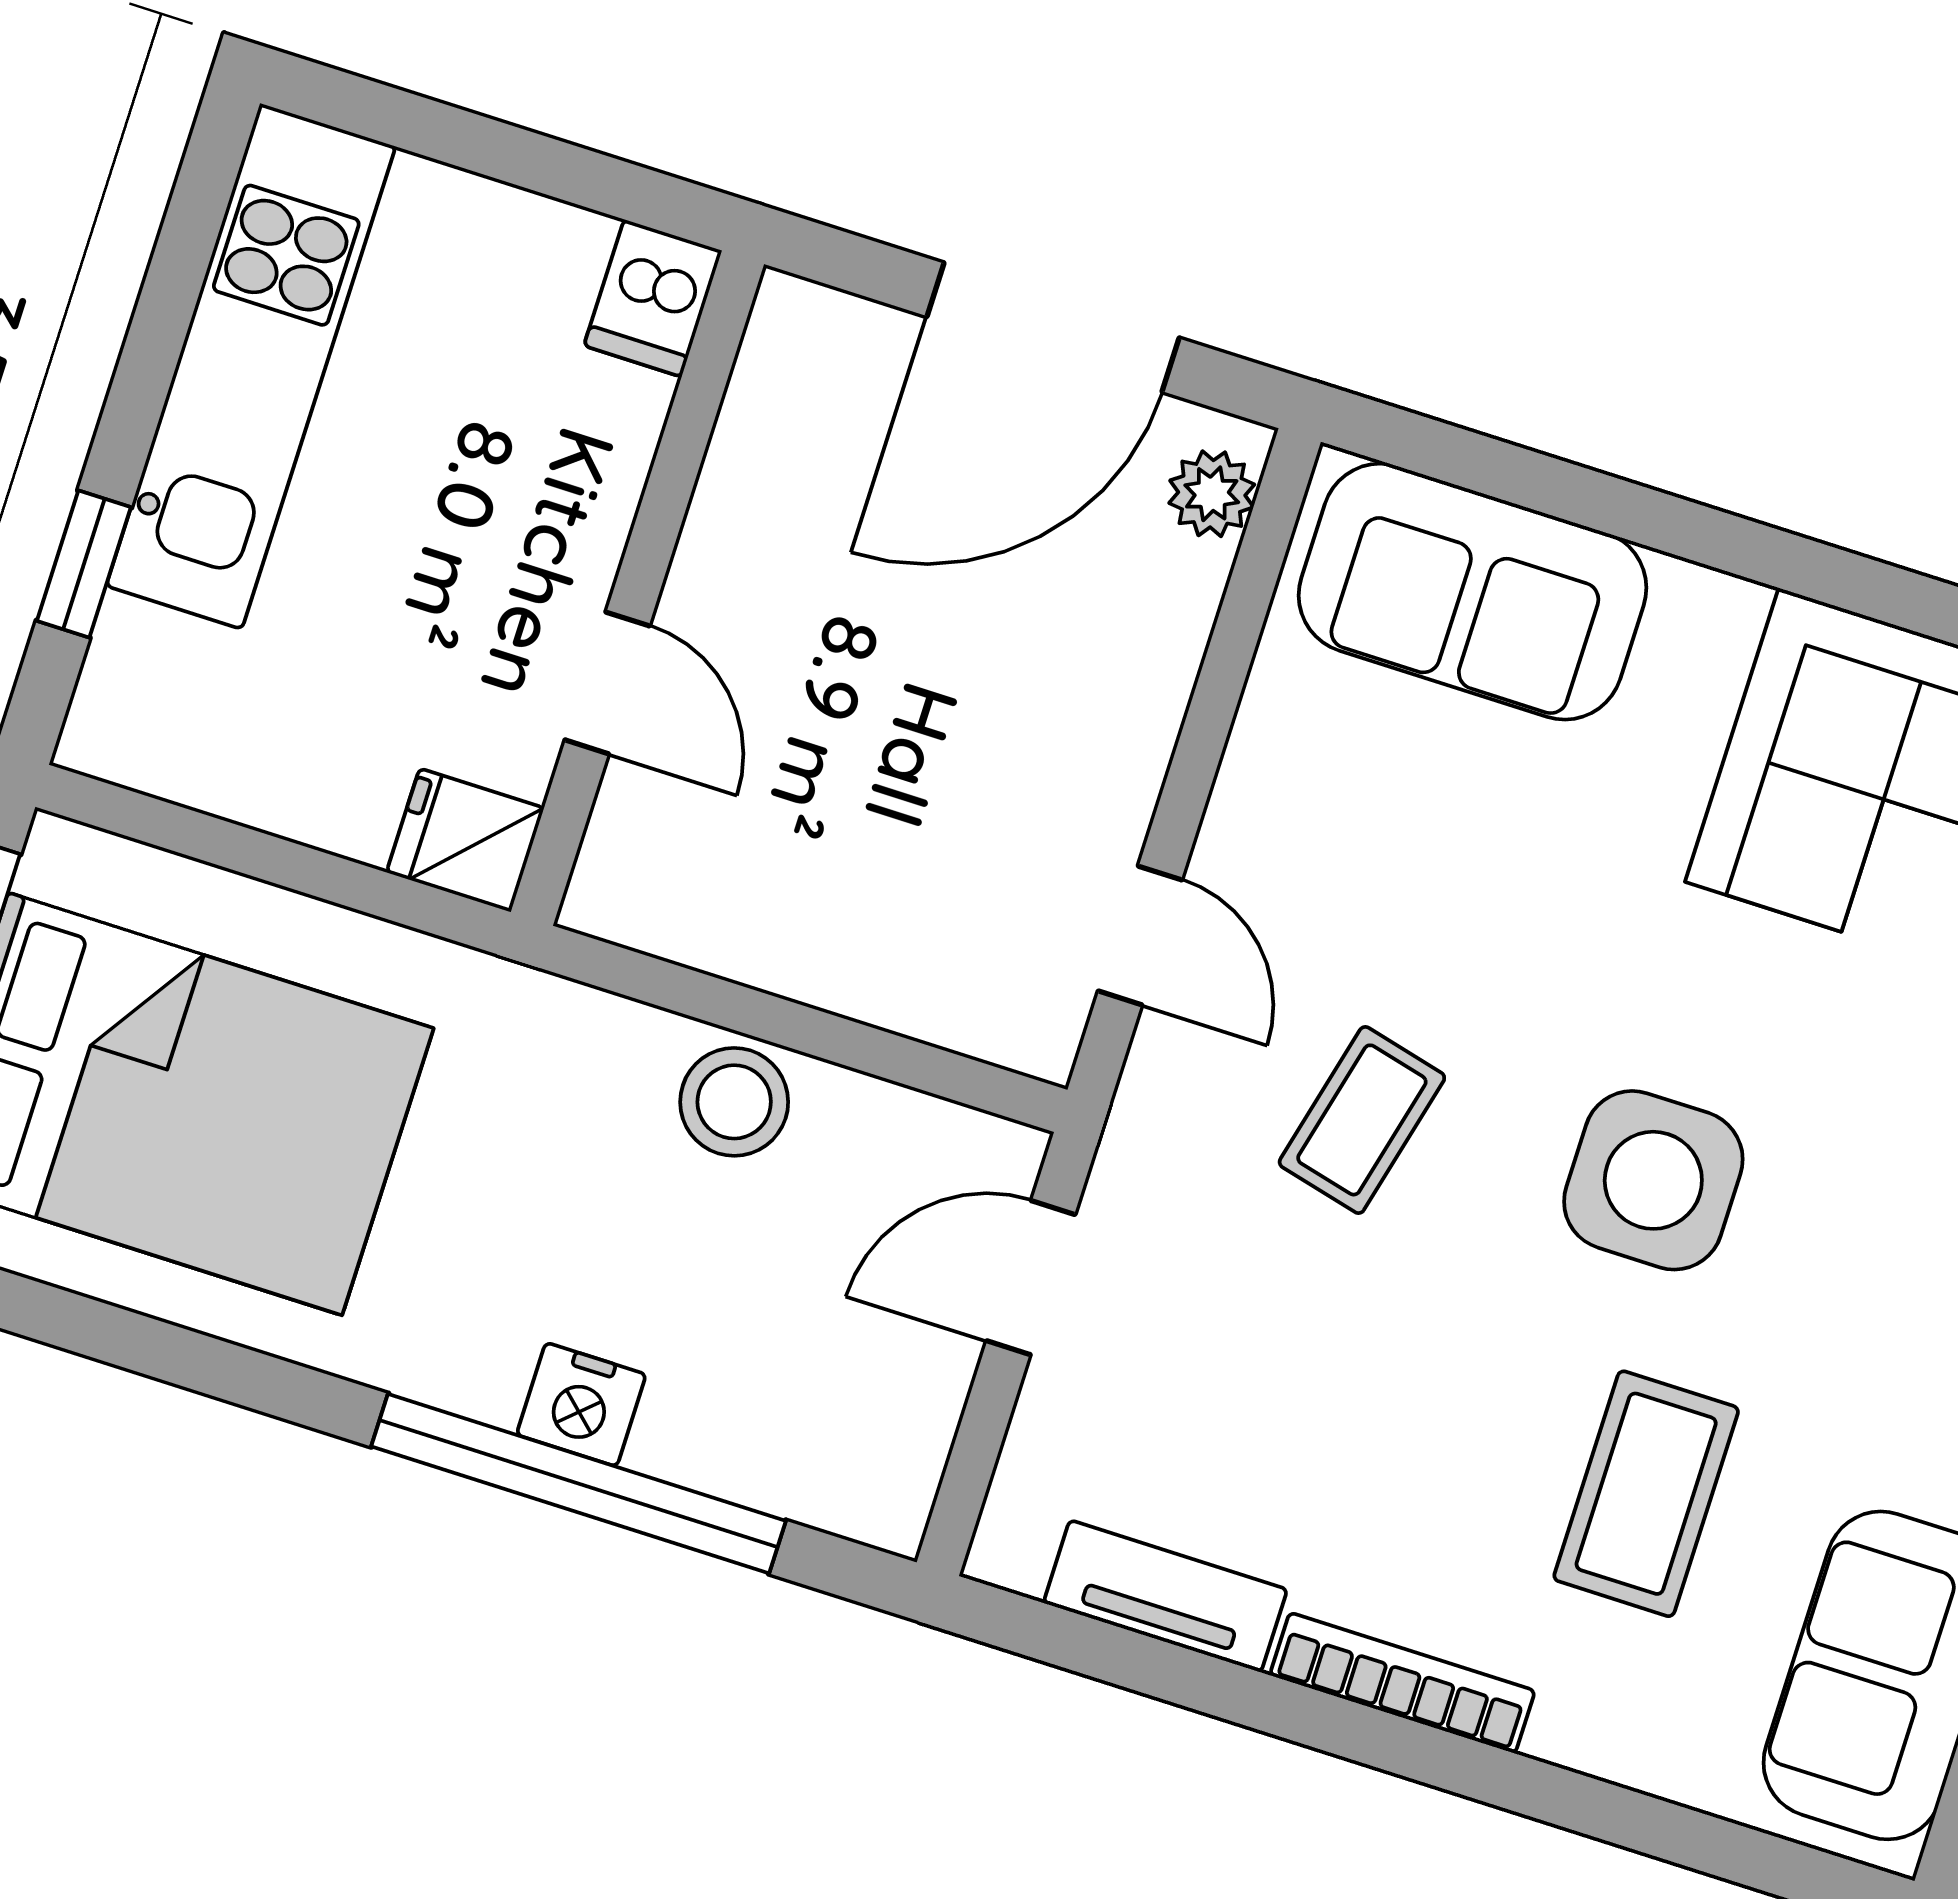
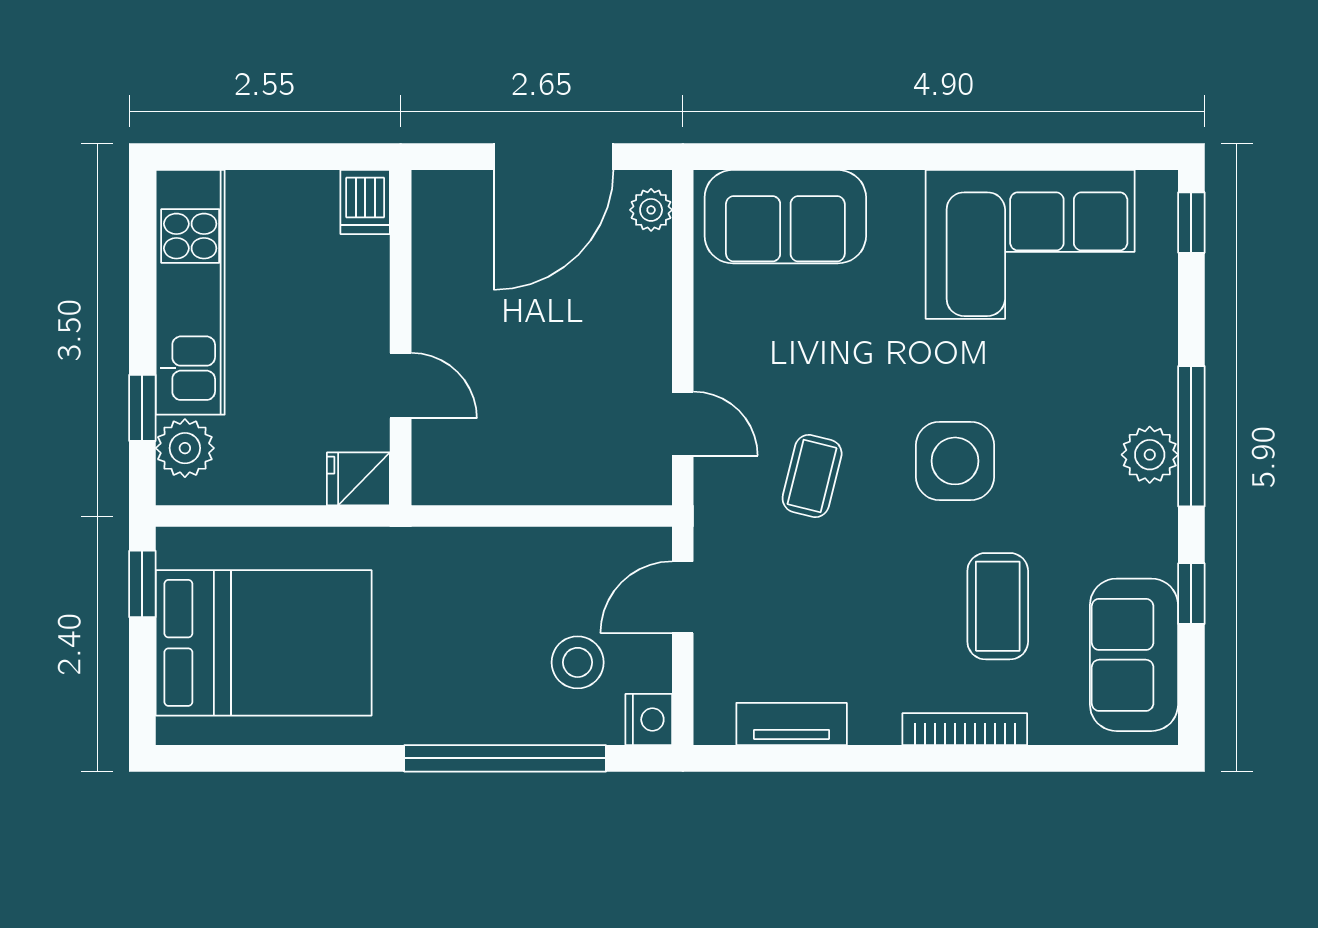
plant: (142, 670) -> (185, 448), added
stool: (734, 1102) -> (578, 662), moved
nightstand: (581, 1405) -> (649, 720), moved, turned -90
bookcase: (1402, 1683) -> (965, 729), moved

